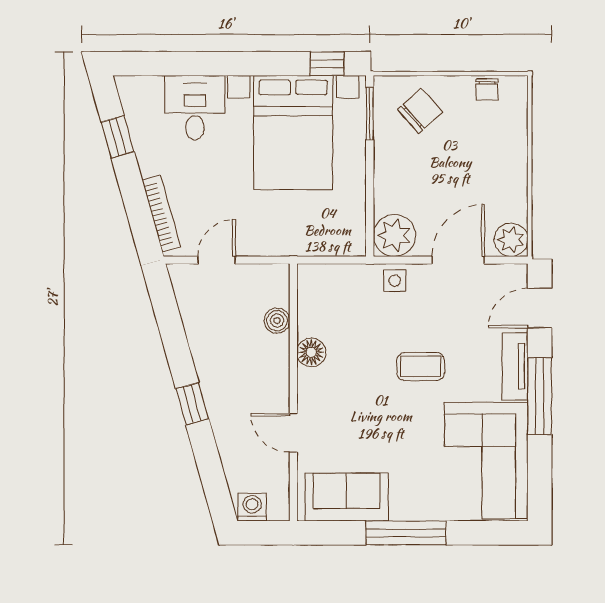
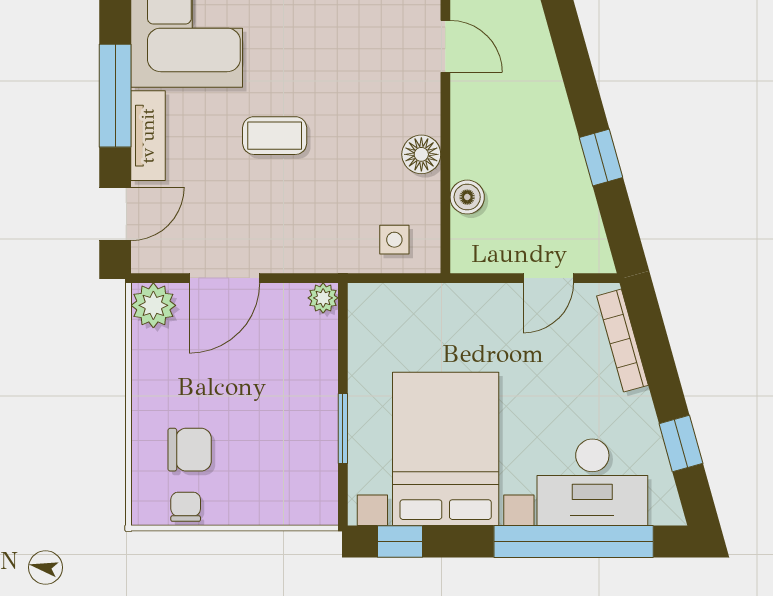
window: (198, 64) -> (574, 541), added
desk: (195, 108) -> (592, 482), width x1.37
chair: (420, 111) -> (190, 450), moved, turned -138
window: (370, 114) -> (343, 428), moved
plant: (394, 235) -> (323, 298), width x0.53, depth x0.53
side table: (395, 281) -> (394, 240), moved
window: (192, 404) -> (601, 157), moved

